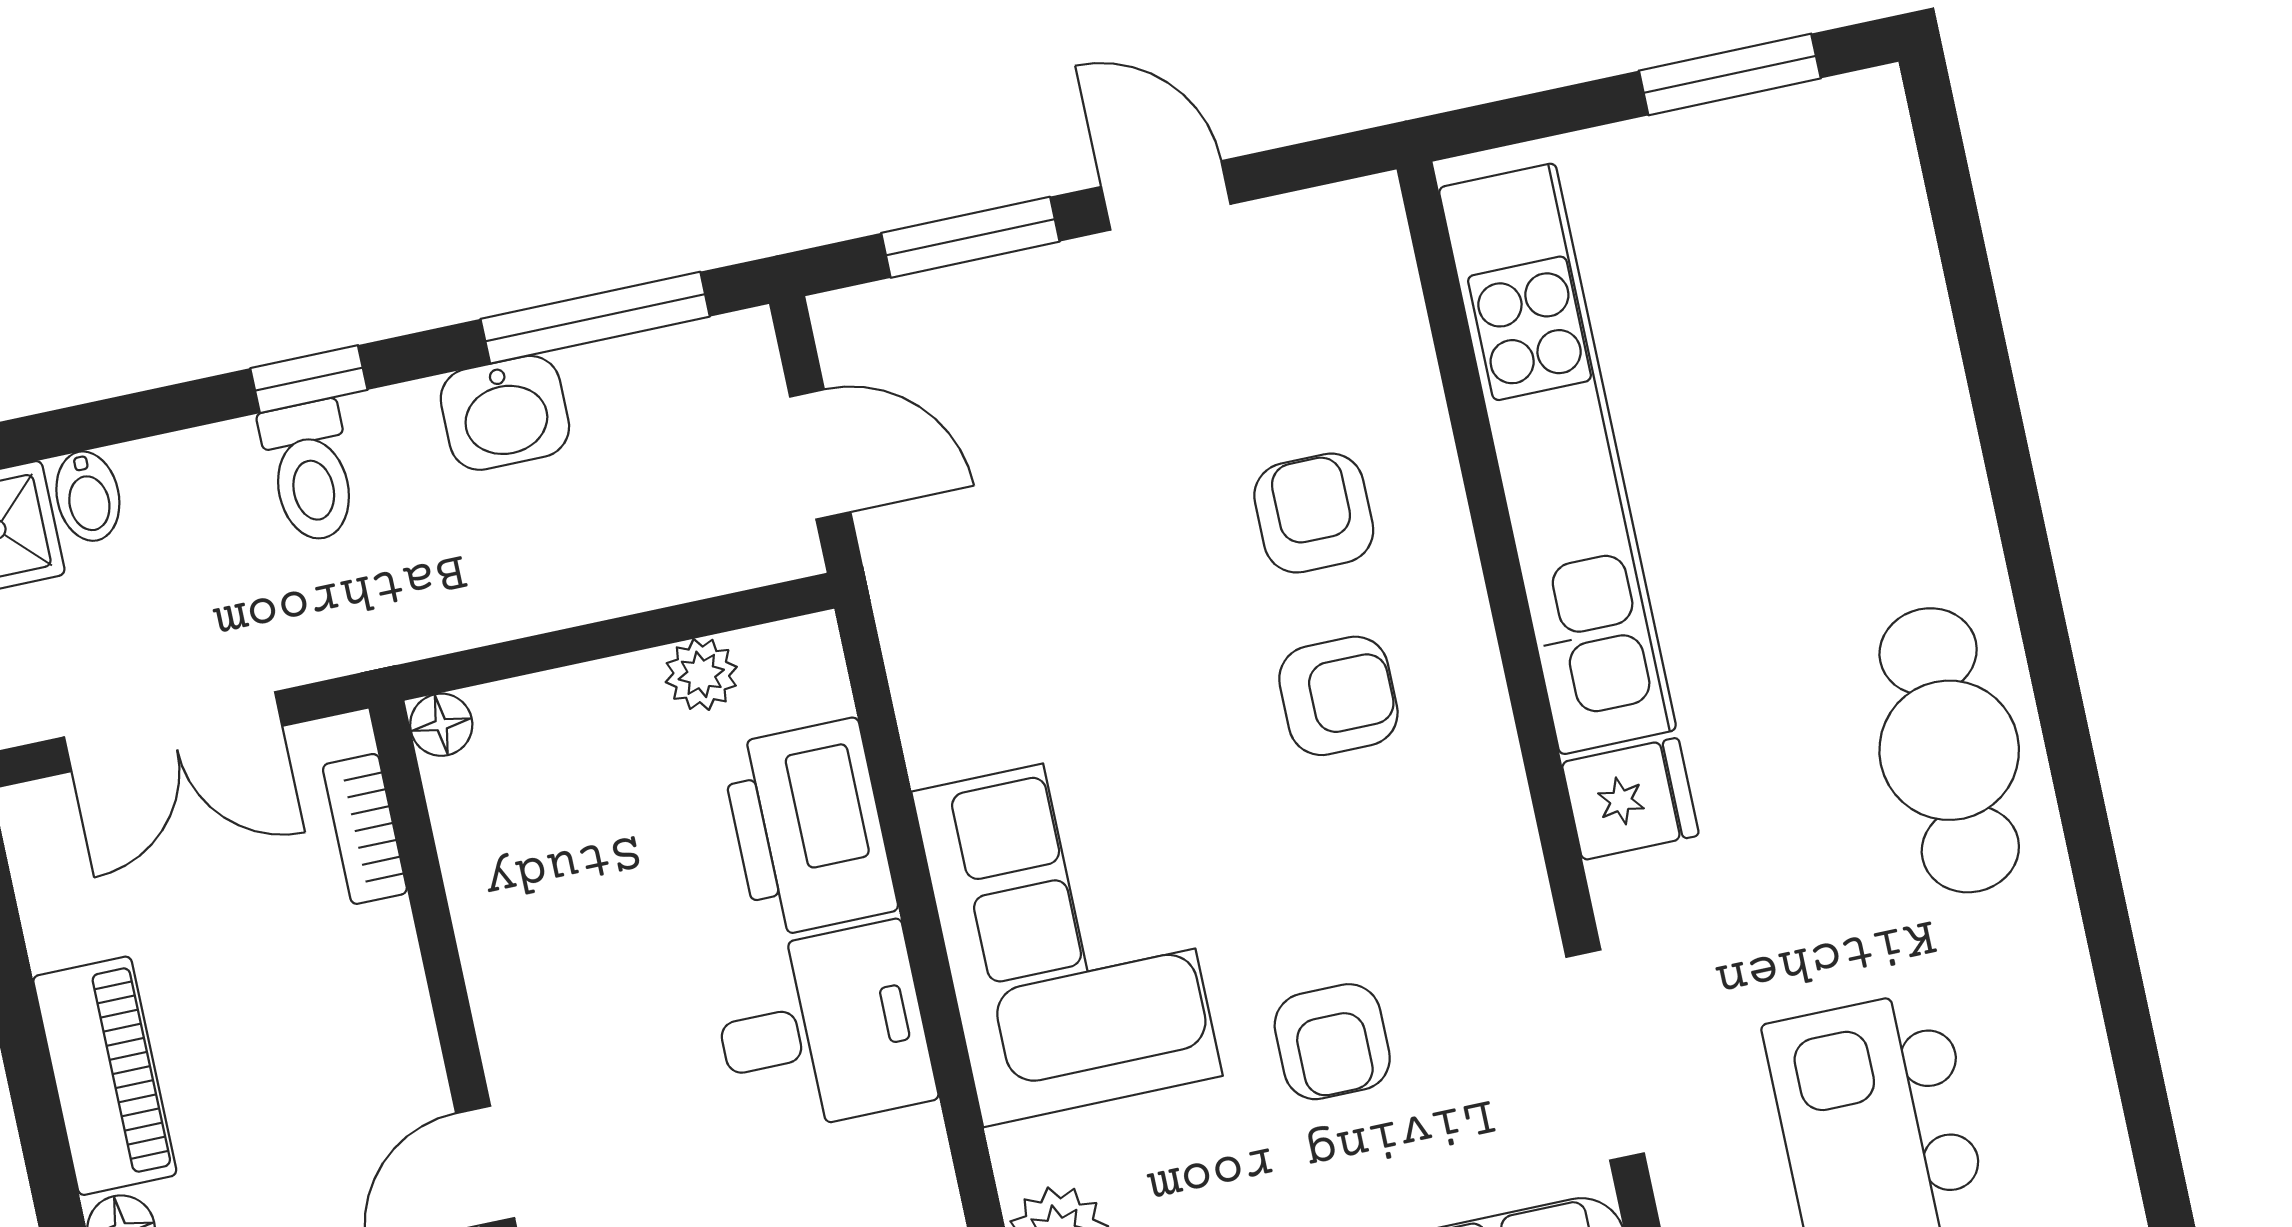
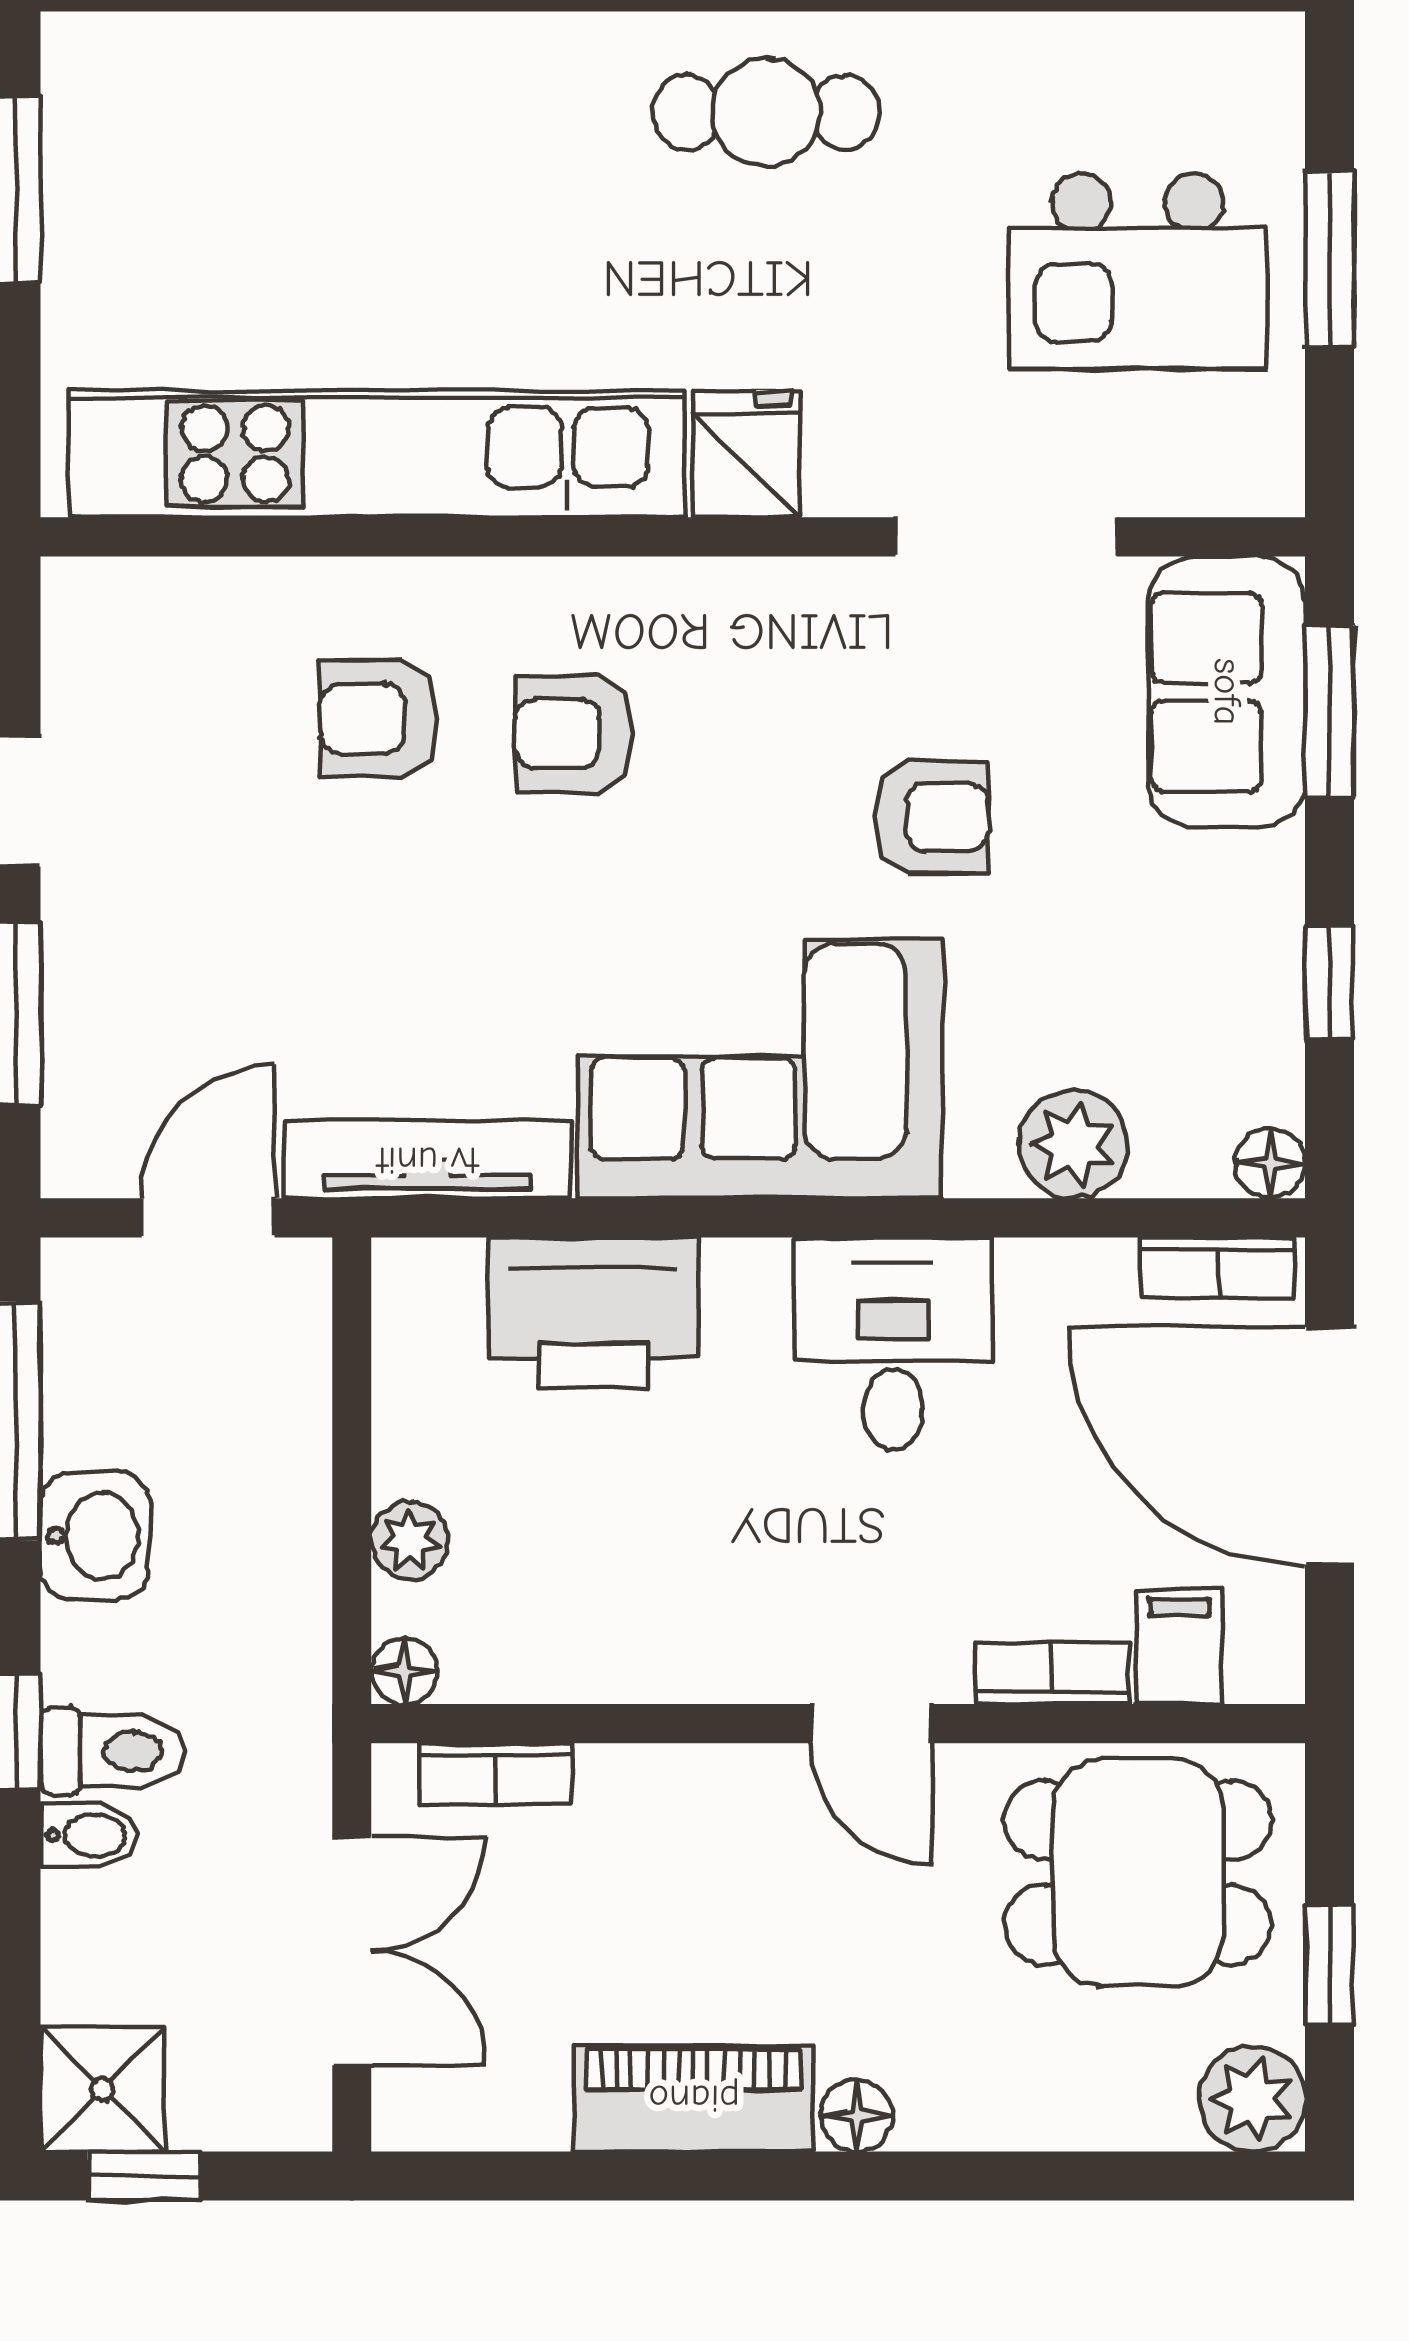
bidet: (88, 496) -> (88, 1835), moved
tv unit: (917, 645) -> (427, 1160), added
plant: (701, 674) -> (410, 1541), moved
armchair: (1338, 696) -> (574, 734), turned -90
cafe table: (1949, 750) -> (766, 112), width x0.73, depth x0.74
desk: (822, 1029) -> (893, 1344), moved

